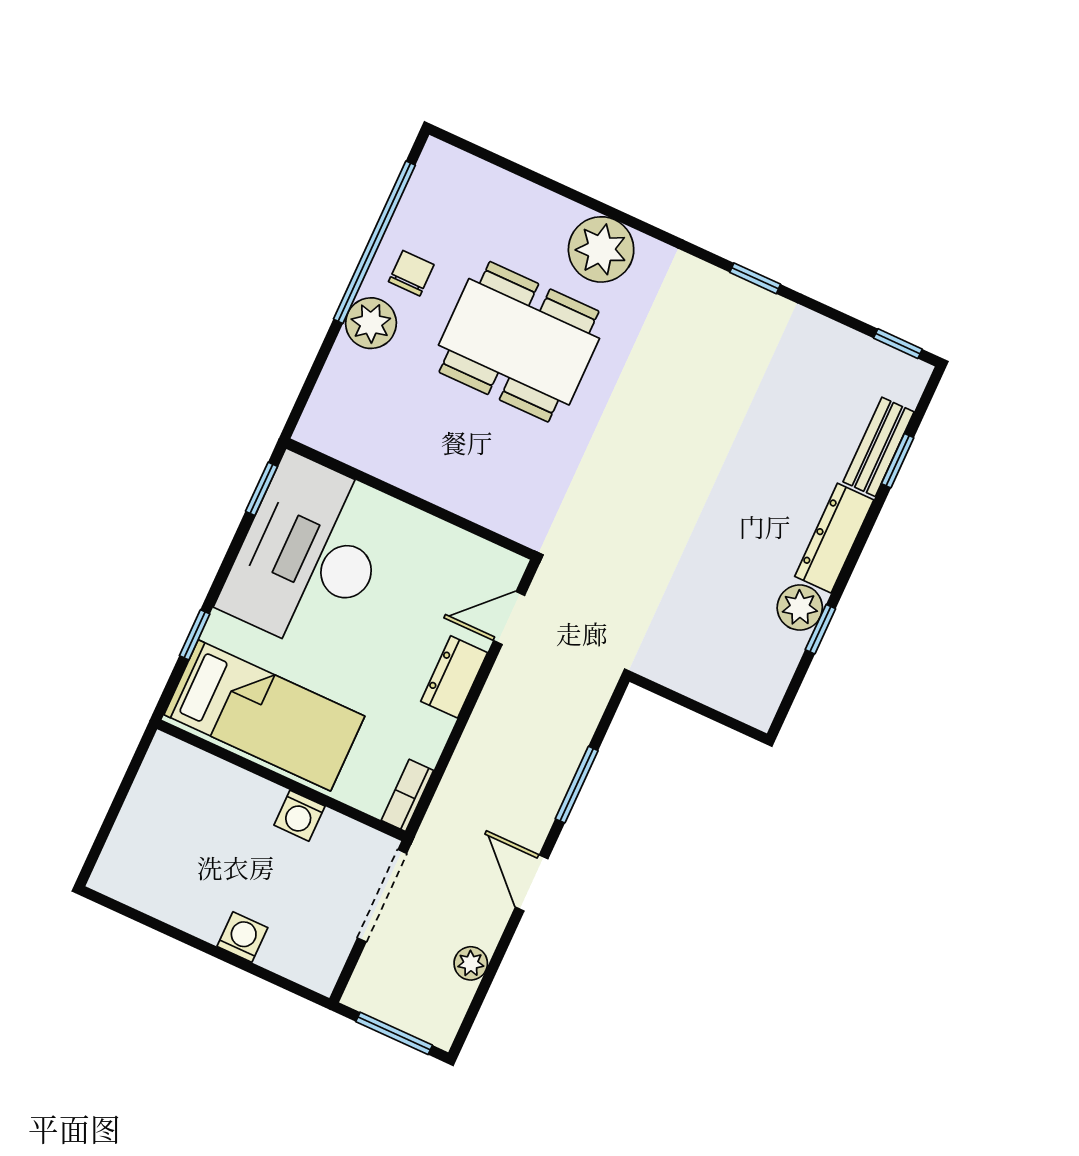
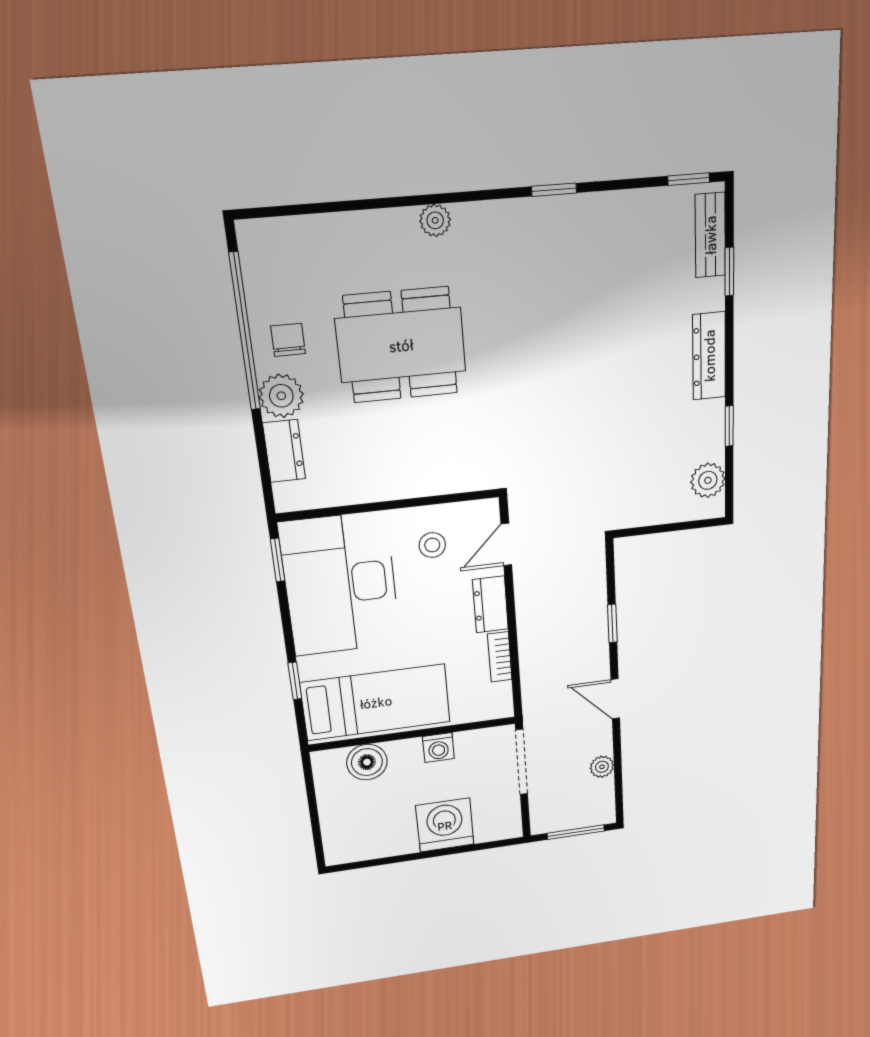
plant: (601, 249) -> (435, 220), width x0.53, depth x0.53
dresser: (339, 380) -> (284, 451), added
bench: (879, 447) -> (710, 235), moved
stool: (430, 570) -> (432, 545), added
plant: (800, 608) -> (708, 480), moved
boiler: (211, 783) -> (367, 762), added
window: (577, 785) -> (612, 623), width x0.67
bookcase: (407, 795) -> (500, 657), moved
washing machine: (242, 937) -> (445, 825), width x1.89, depth x1.89

